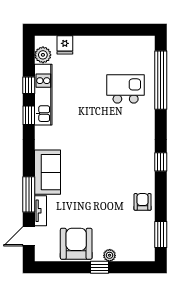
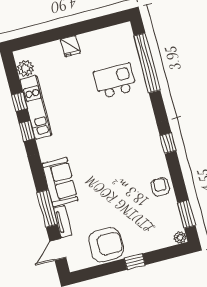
fridge: (65, 45) -> (70, 46), moved
armchair: (76, 244) -> (106, 245), turned 90
plant: (110, 255) -> (180, 237), moved

